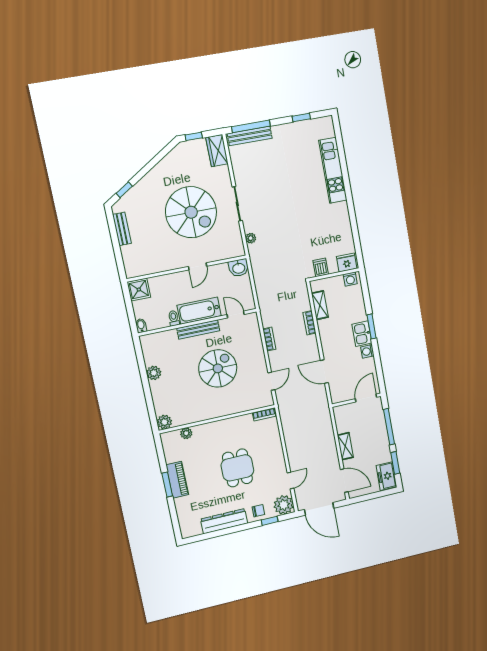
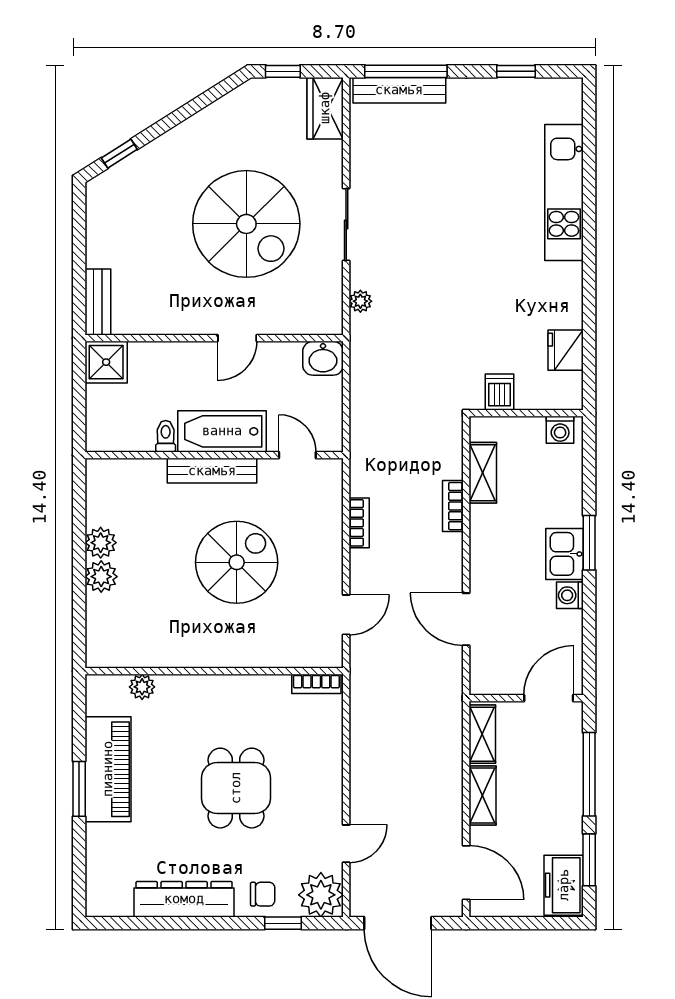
bench: (122, 229) -> (98, 302), moved
fridge: (347, 262) -> (566, 350), moved, turned -90
bidet: (141, 326) -> (95, 438), removed
shelving: (340, 420) -> (482, 734), added
plant: (164, 422) -> (101, 577), moved
piano: (177, 480) -> (108, 769), width x1.37, depth x1.33

